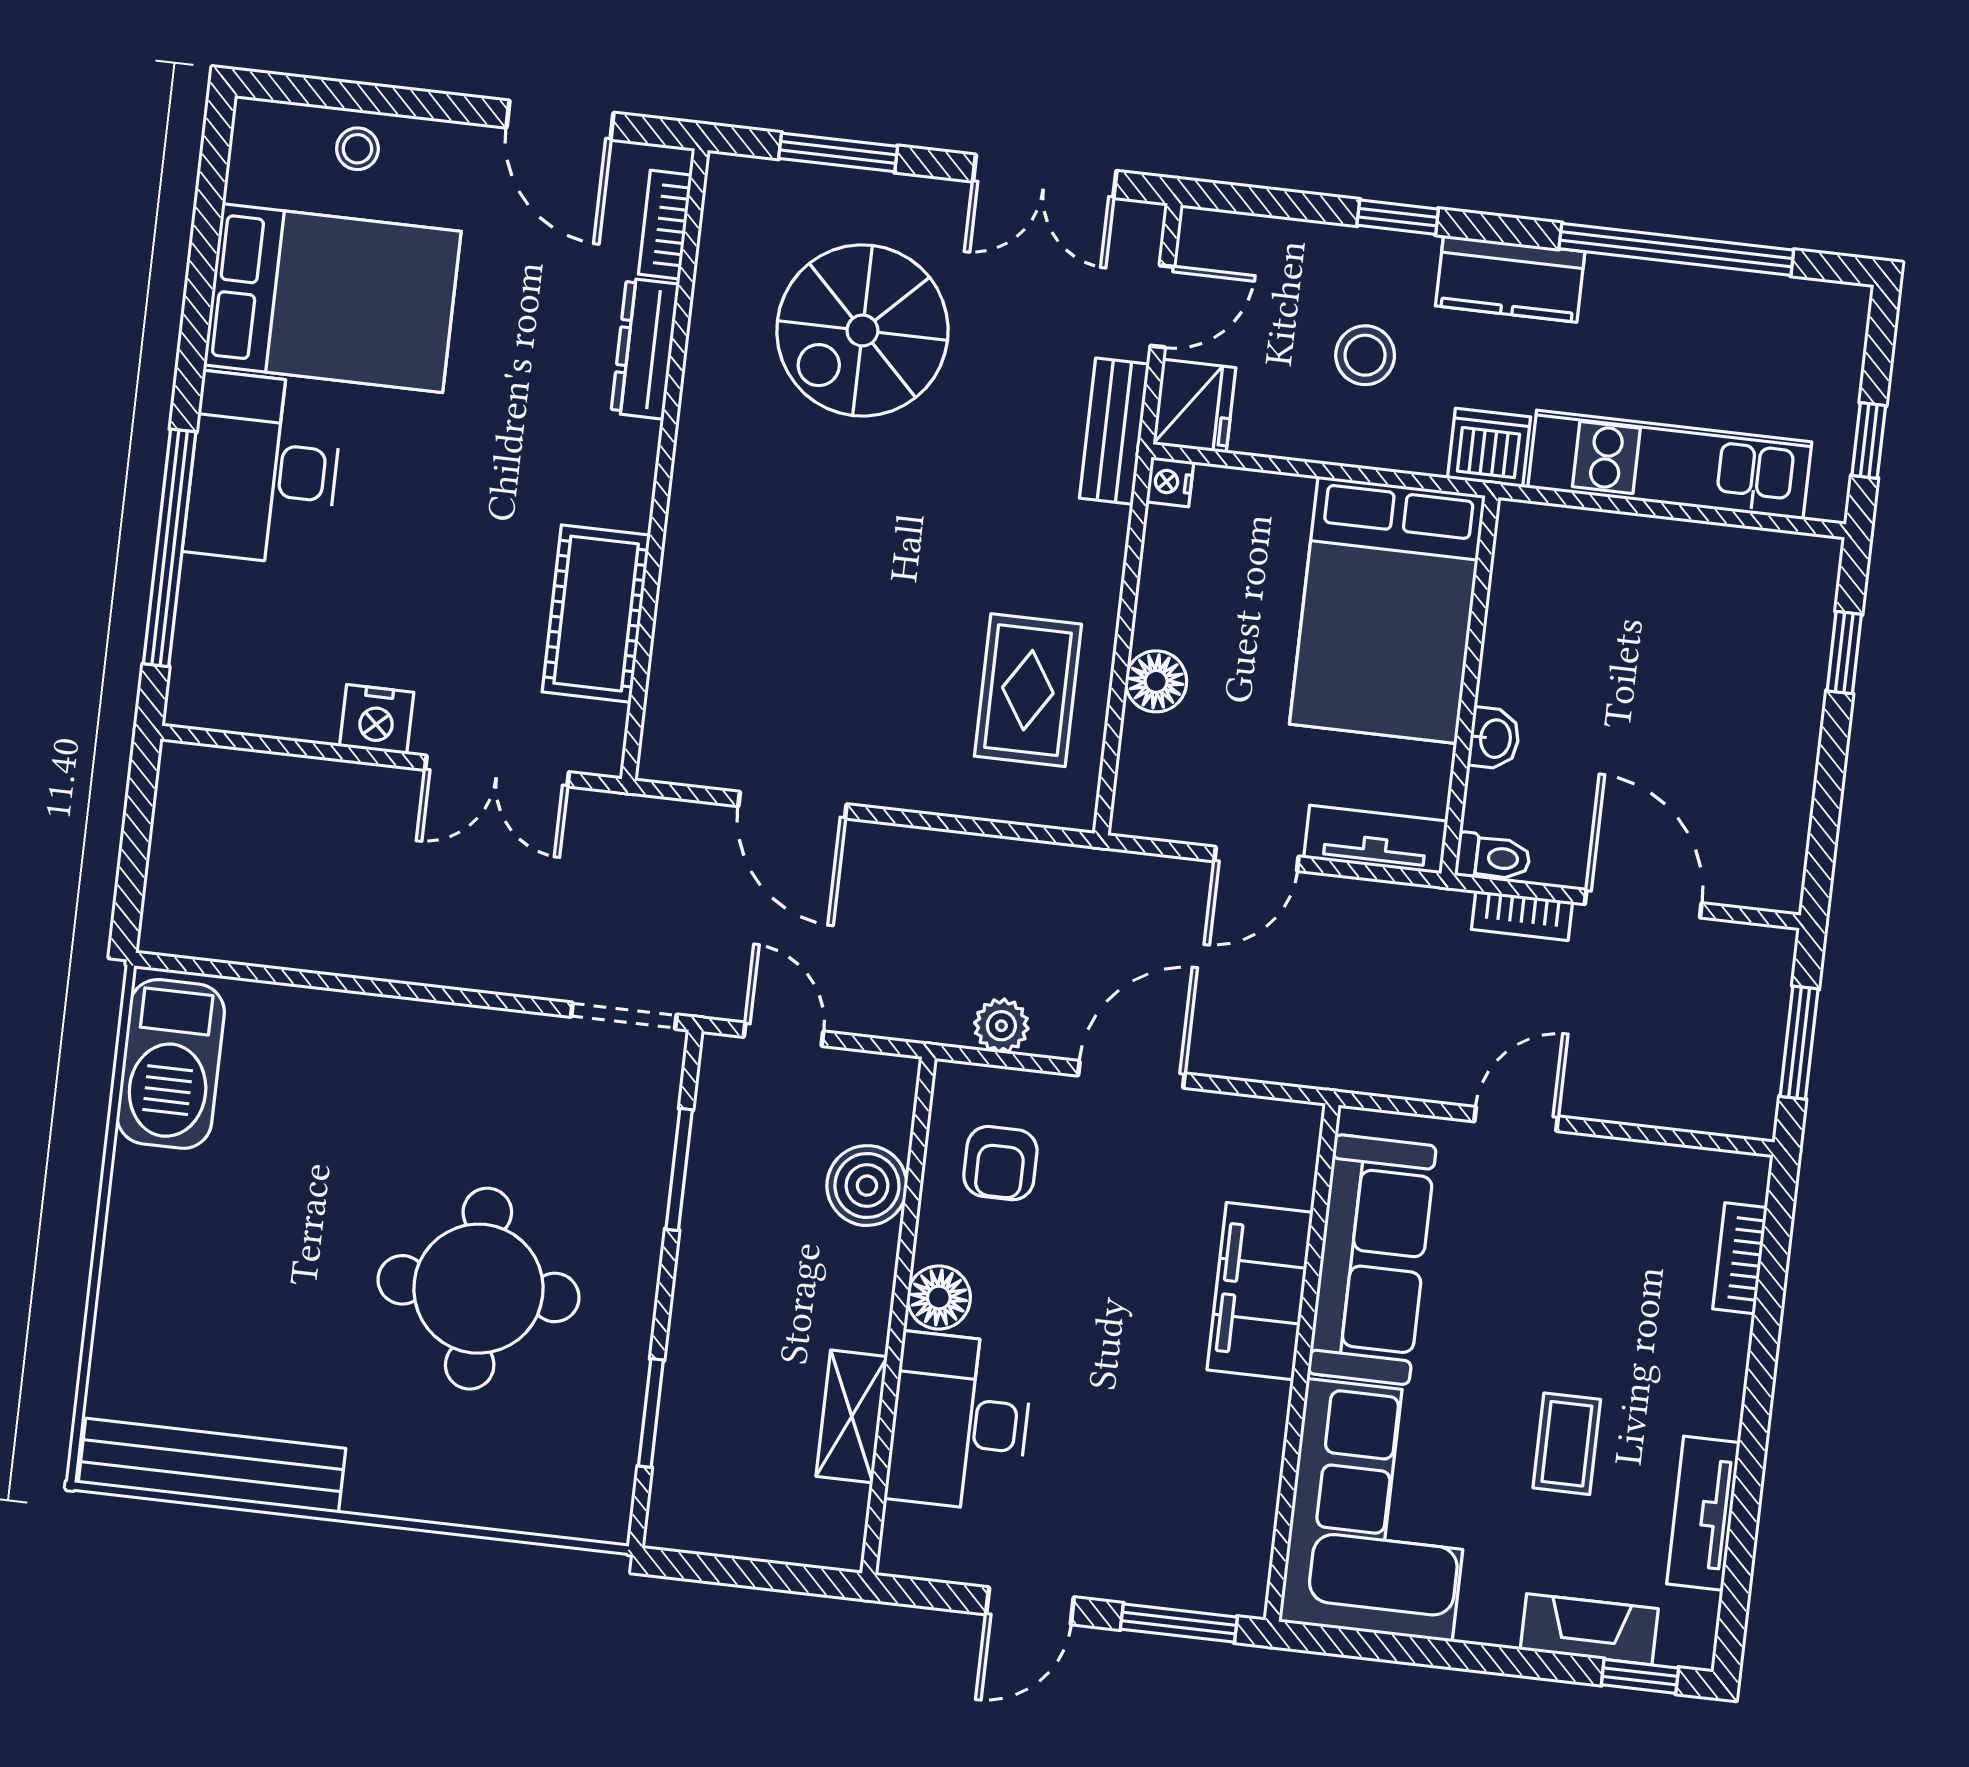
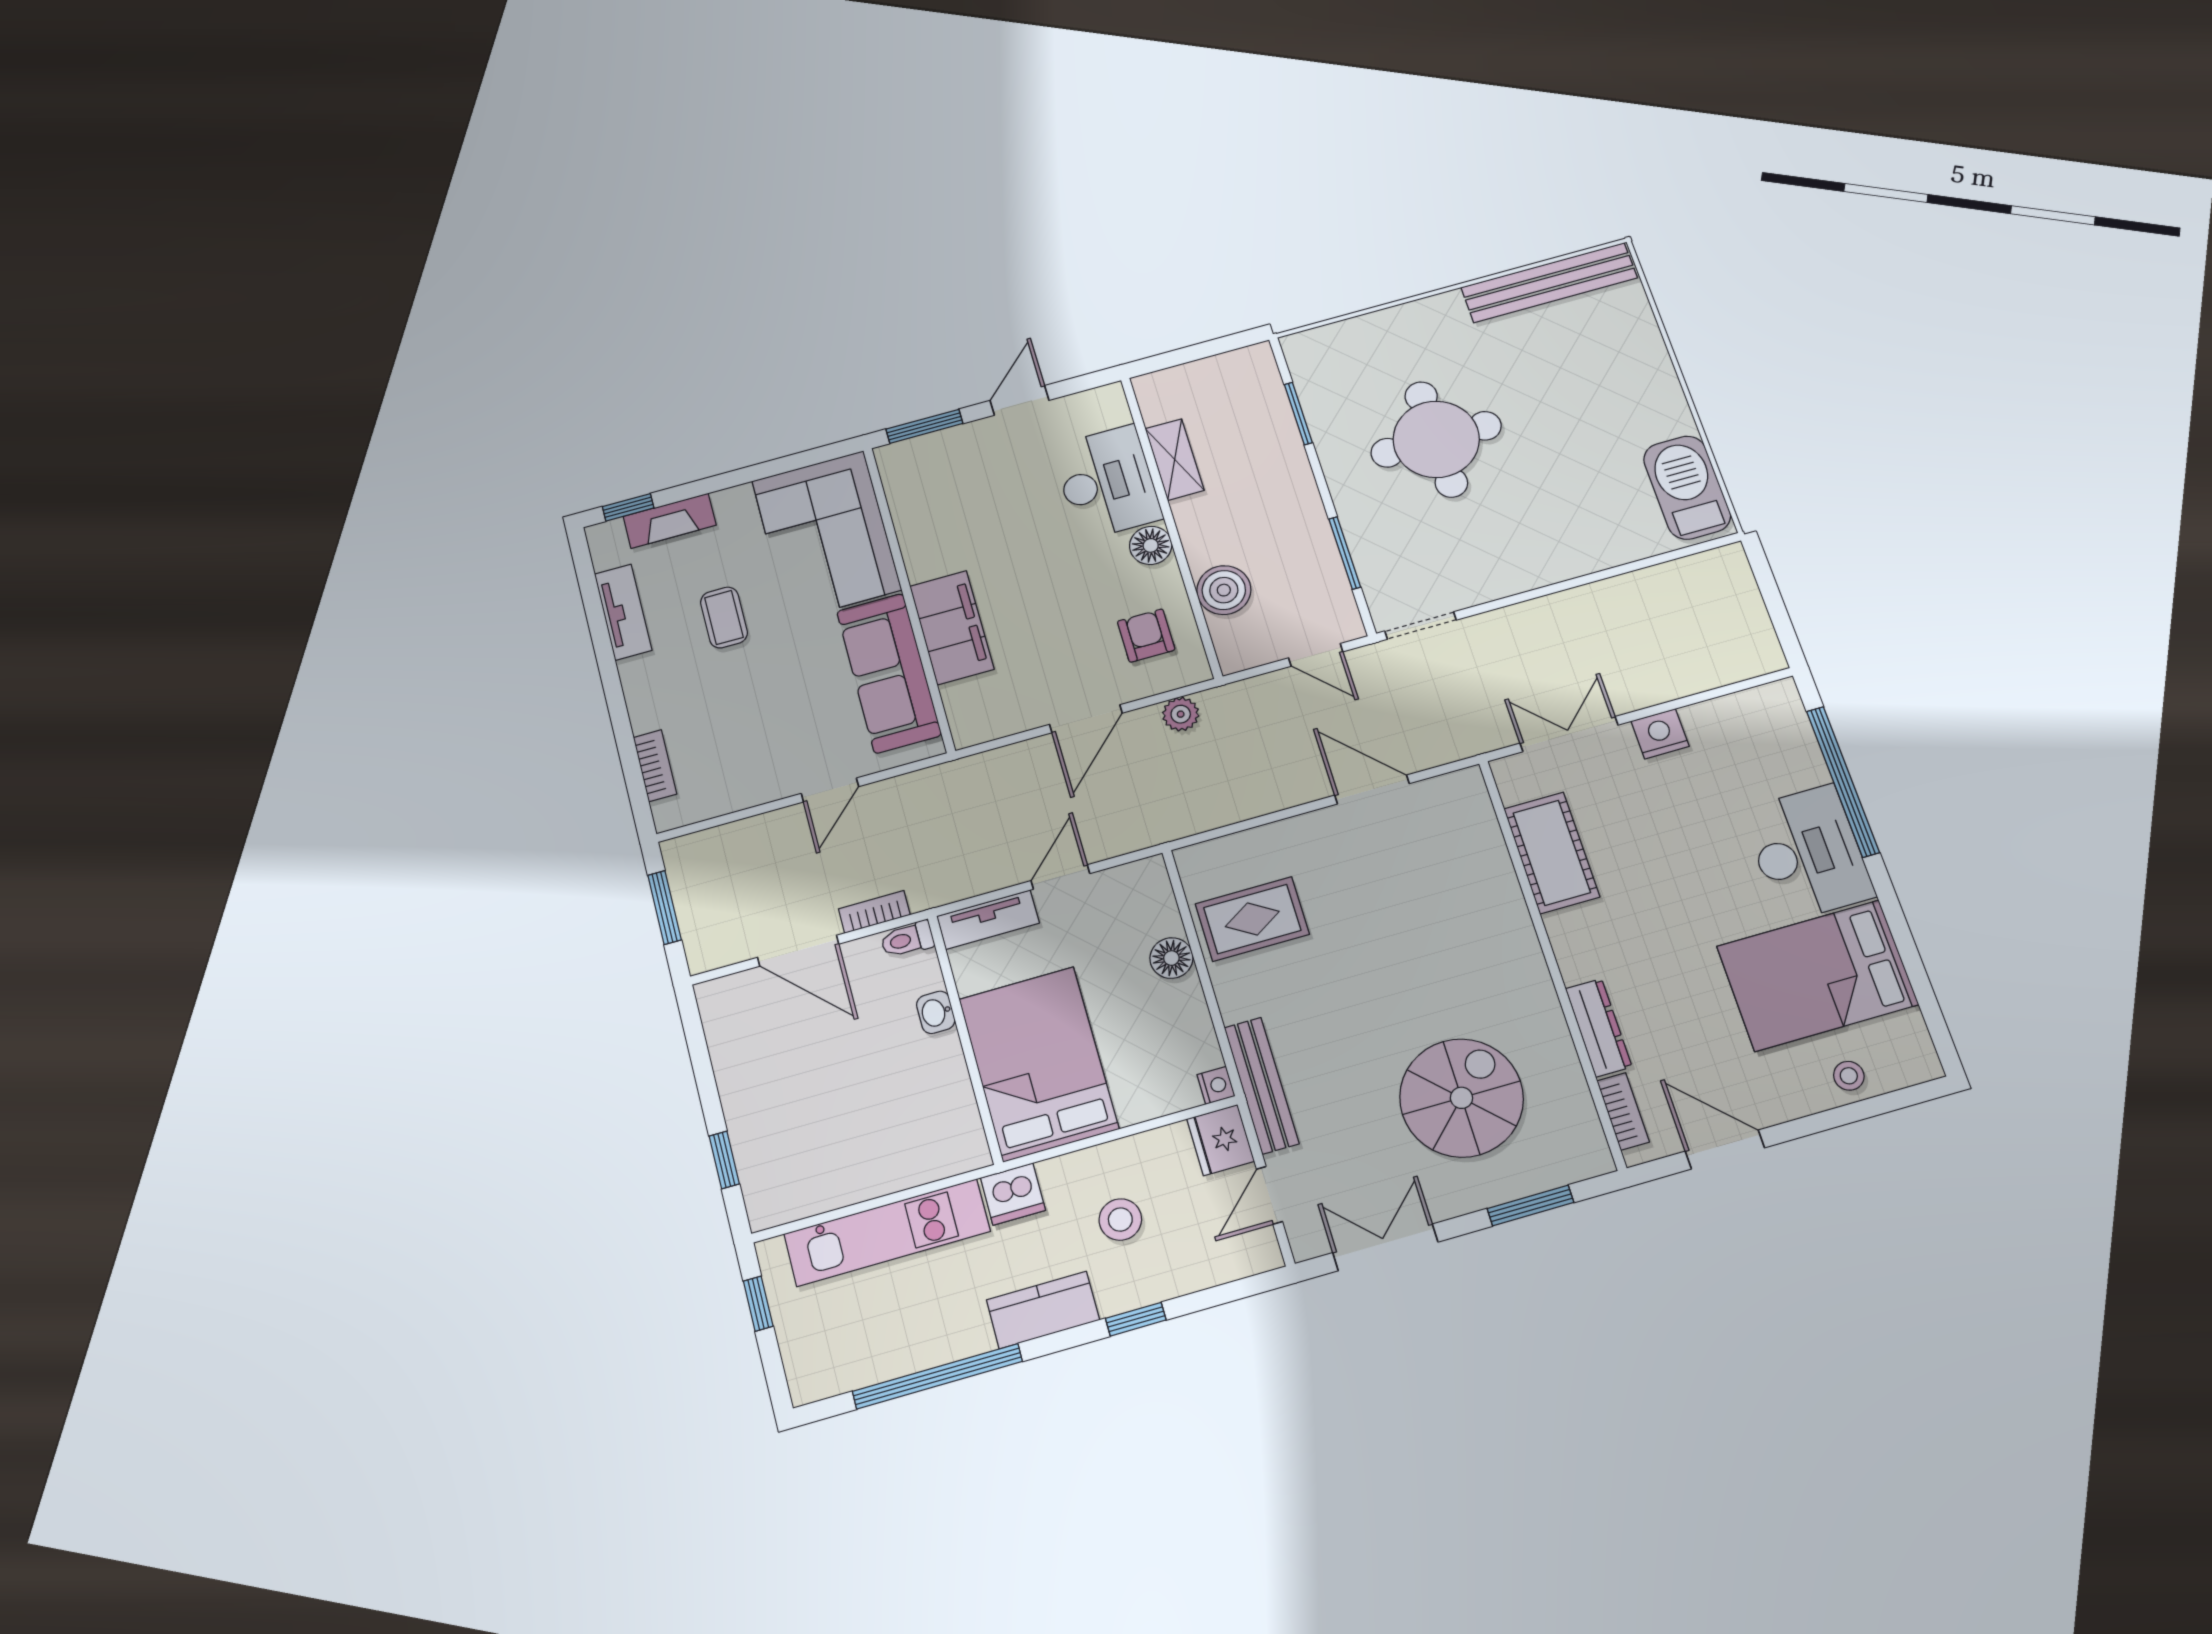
bench: (1114, 431) -> (1261, 1085), width x1.36
rug: (1028, 690) -> (1252, 919), turned 90

